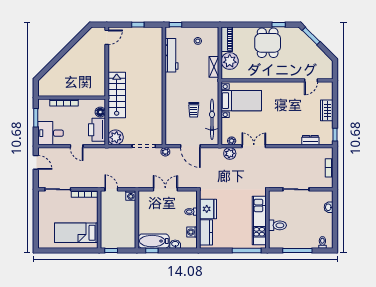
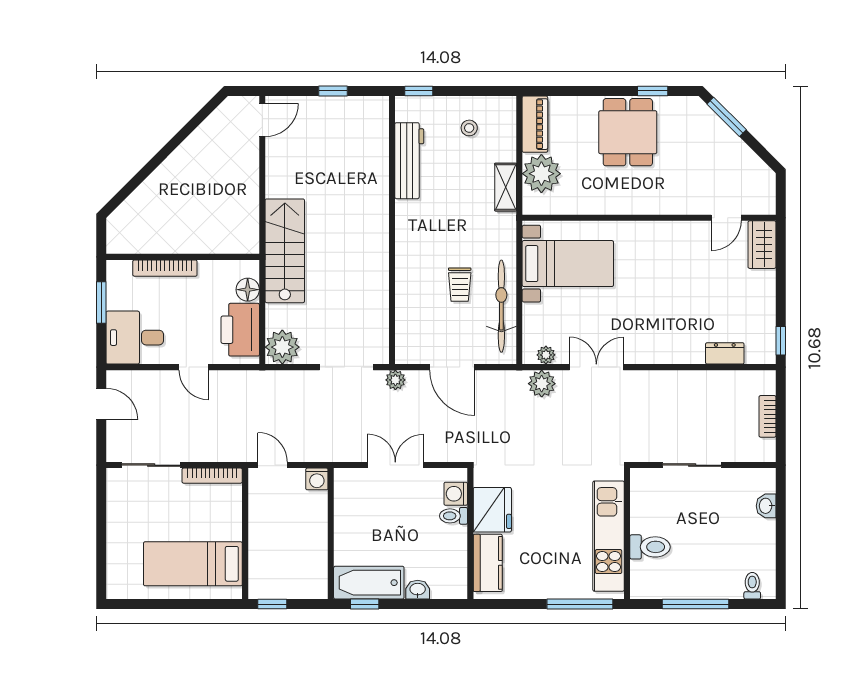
wardrobe: (327, 110) -> (762, 245), moved
washing machine: (192, 232) -> (456, 494), moved

